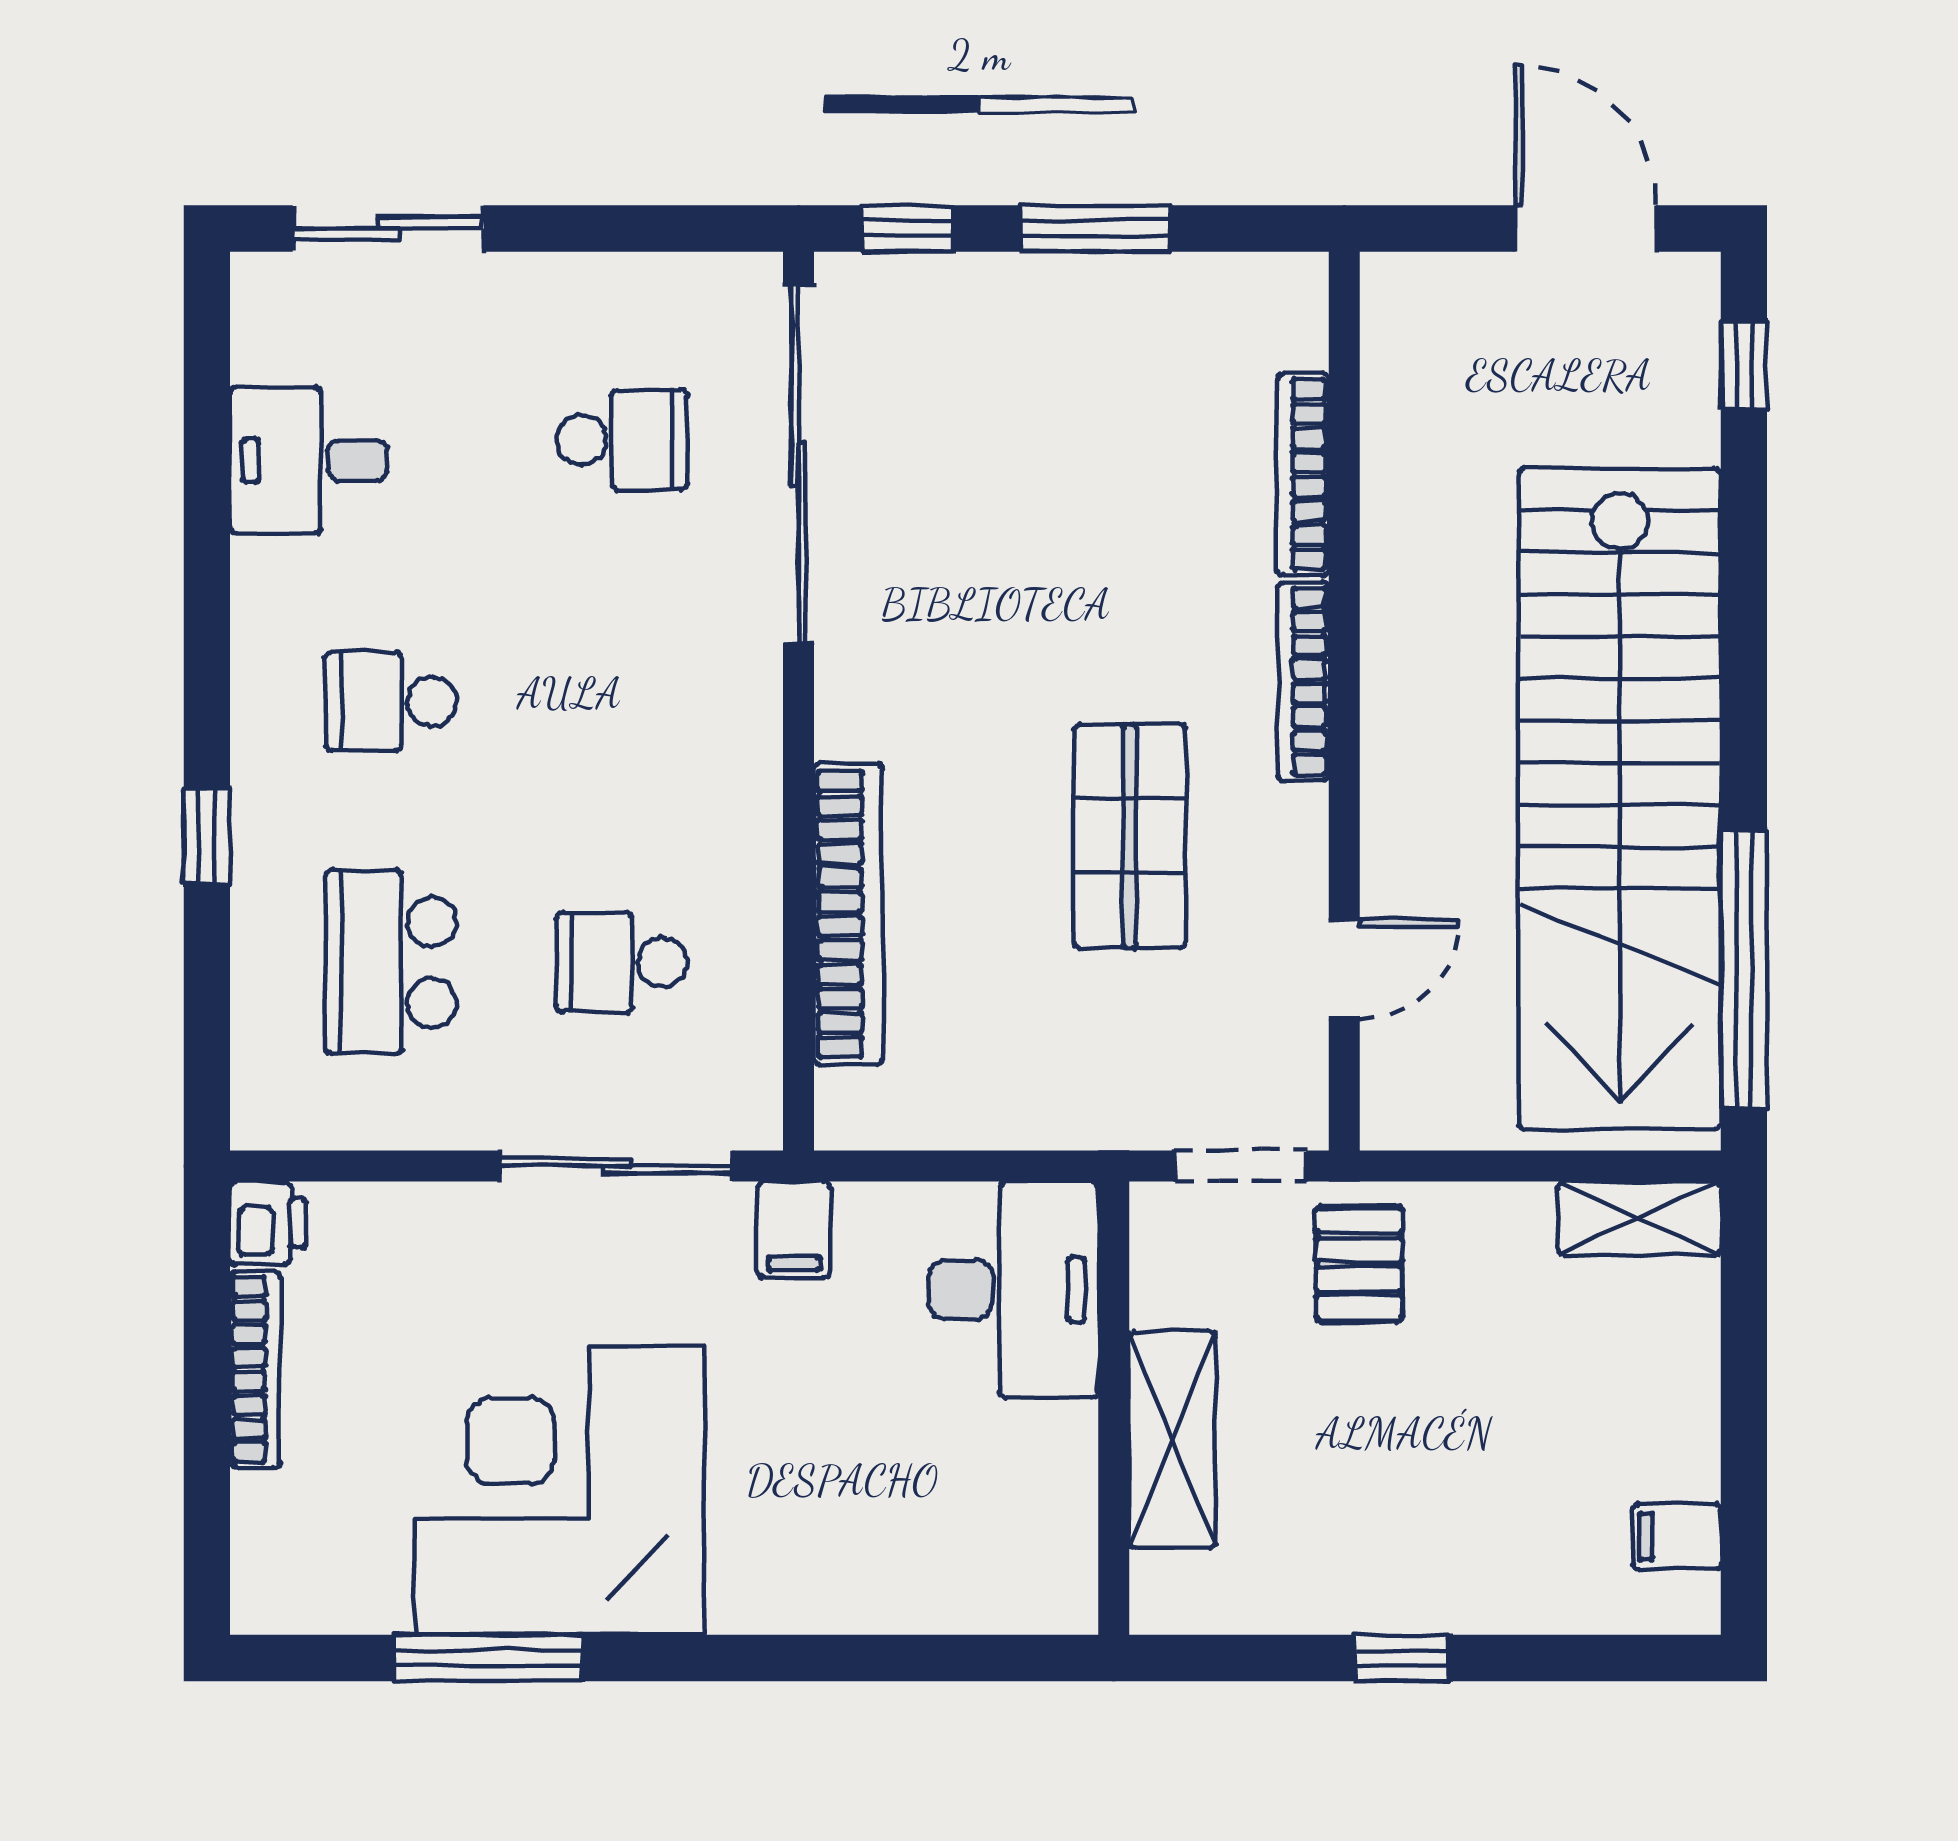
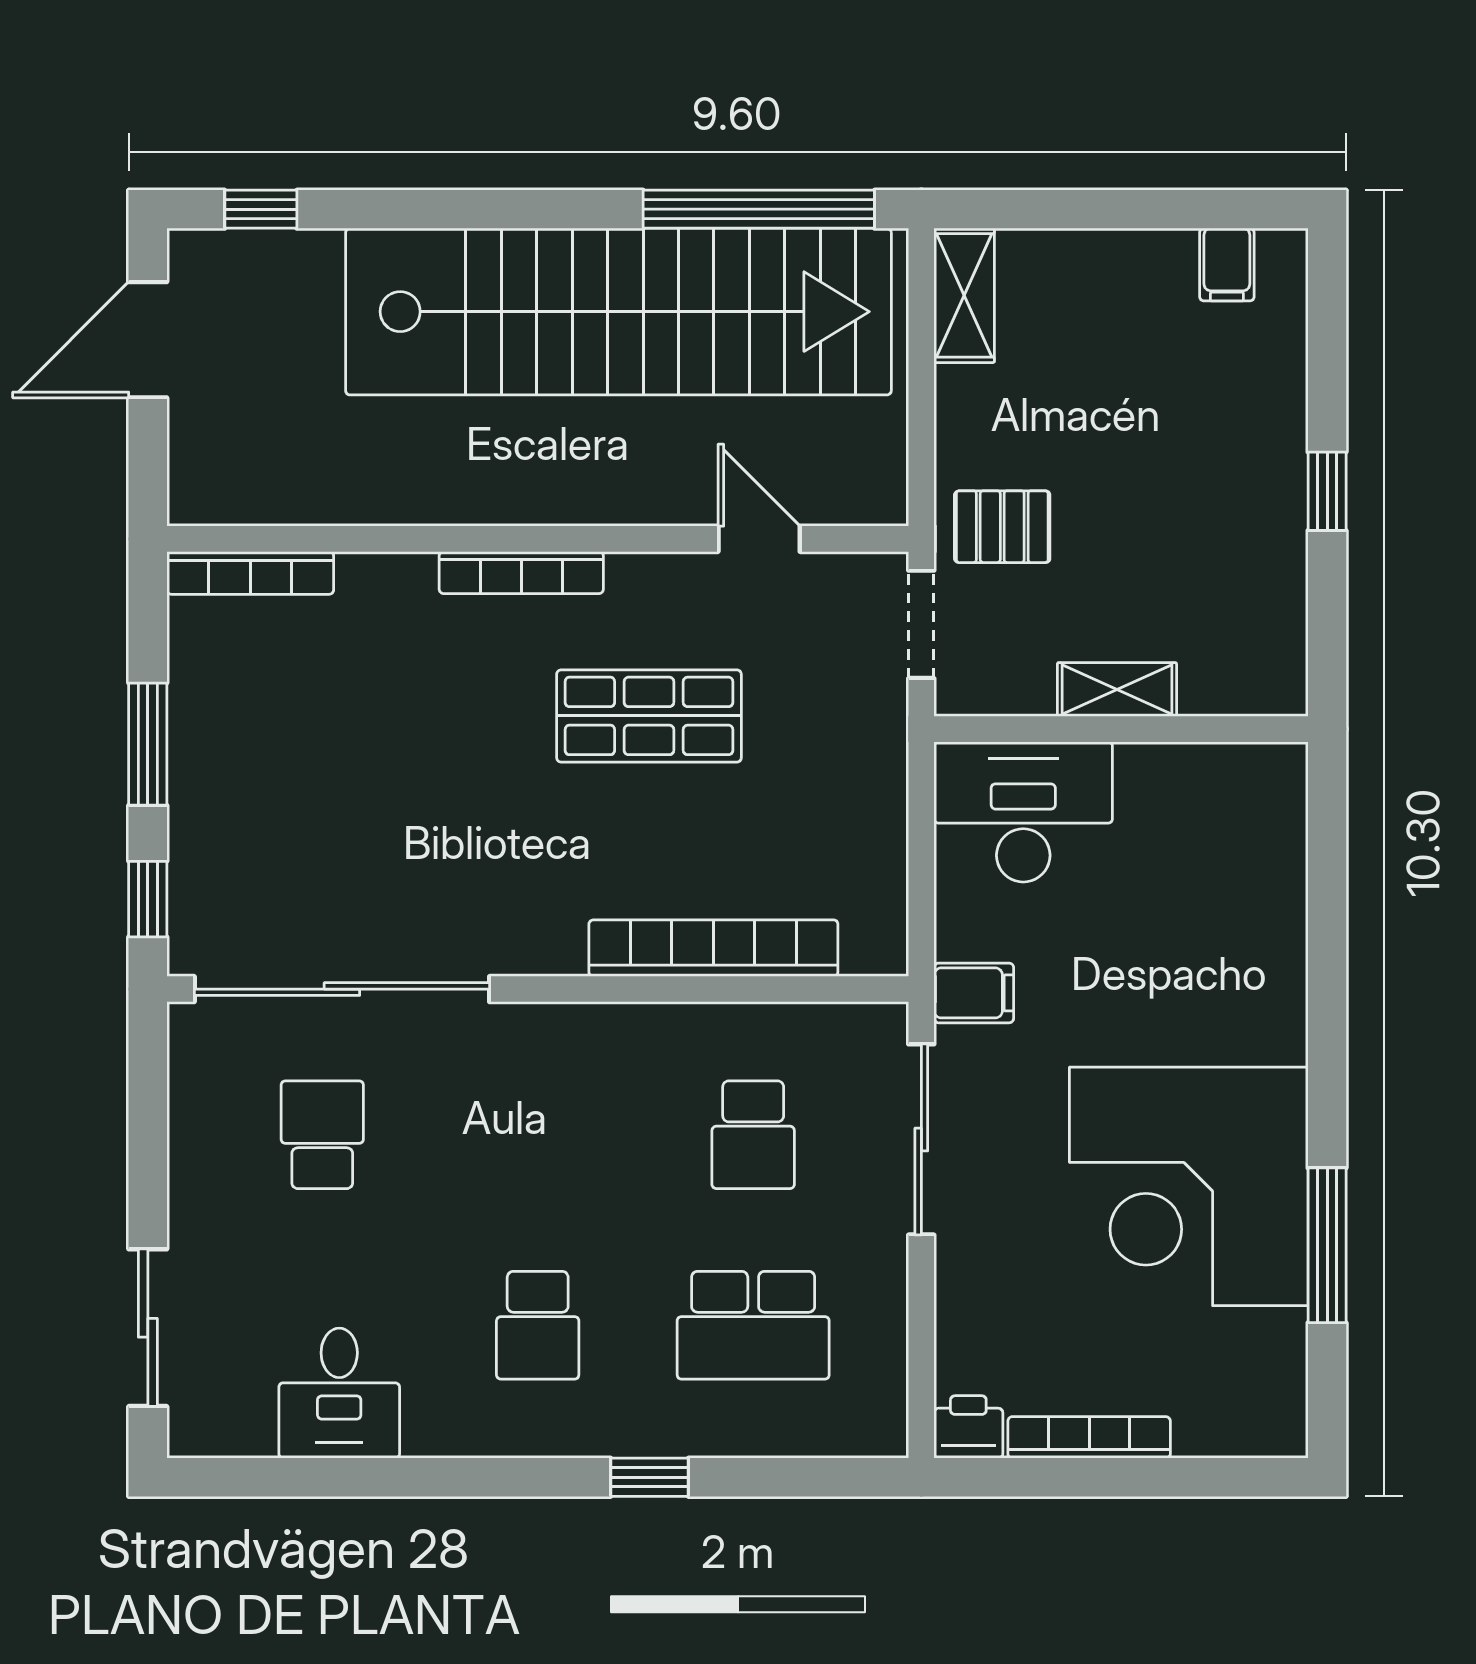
bookcase: (1303, 474) -> (250, 573), moved
shelving: (1172, 1439) -> (1117, 690), width x0.67, depth x0.75

